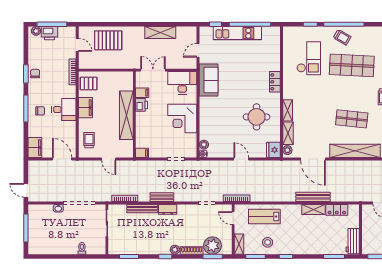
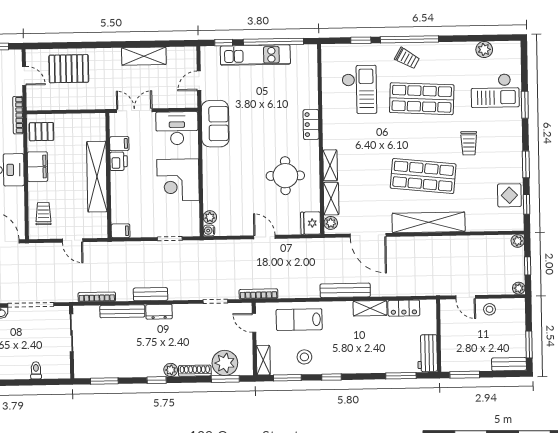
shop shelf: (352, 119) -> (423, 176), width x1.43, depth x1.36
bench: (313, 197) -> (345, 290), moved

